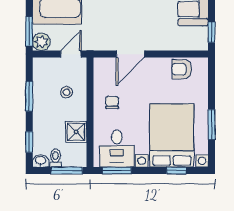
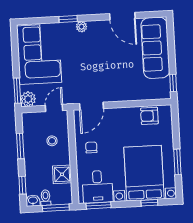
door: (130, 54) -> (92, 106), moved

